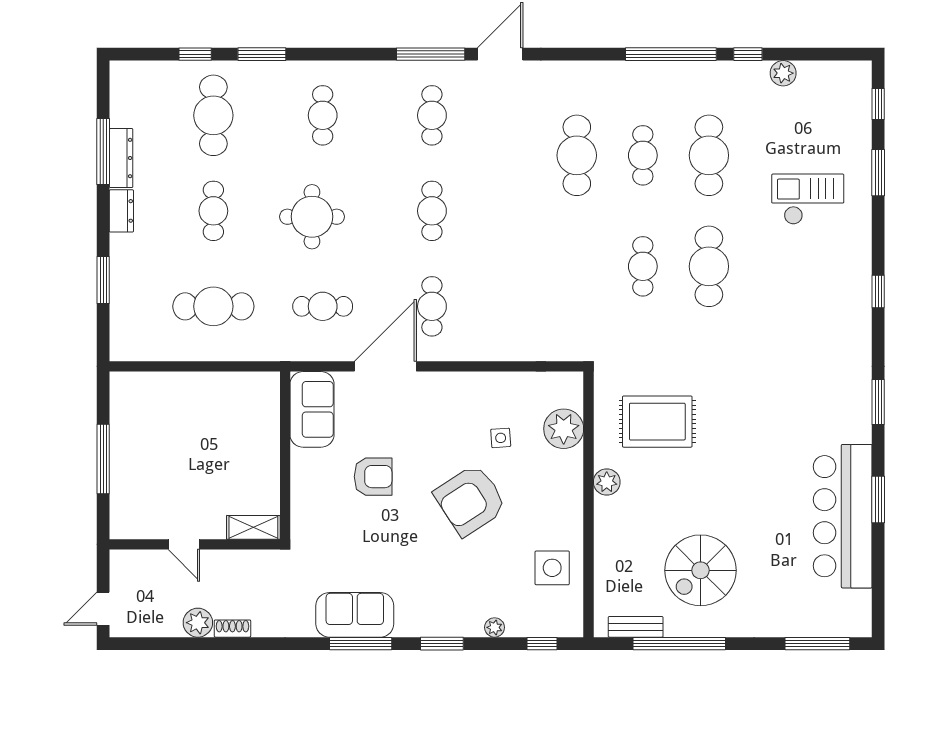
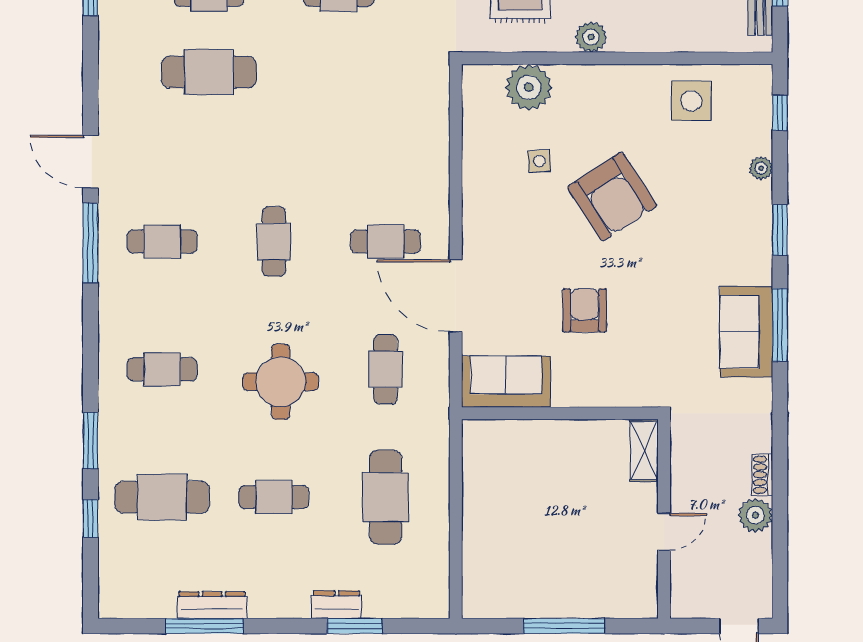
dresser: (121, 211) -> (336, 605), moved
cafe table: (432, 211) -> (274, 241), turned 90

